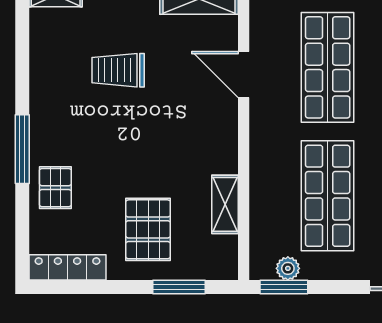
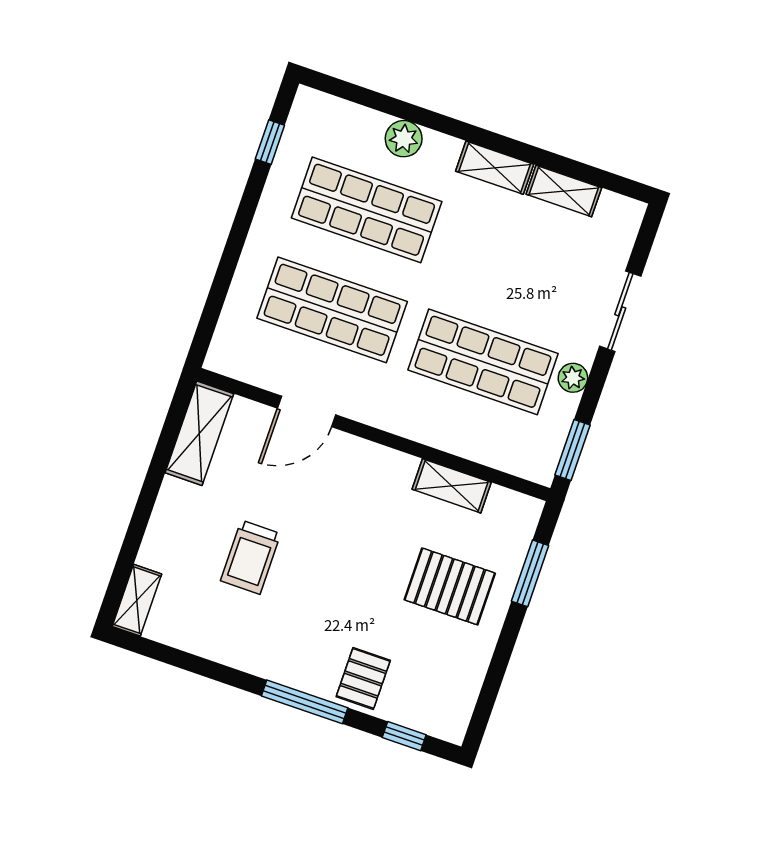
pallet: (55, 188) -> (363, 678), turned 90
window: (22, 234) -> (404, 736), added
locker: (67, 267) -> (462, 696), removed
plant: (288, 268) -> (573, 378), moved

